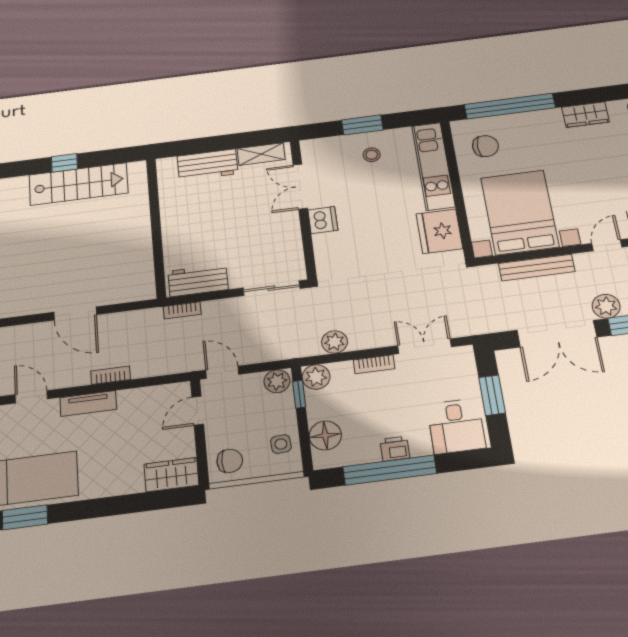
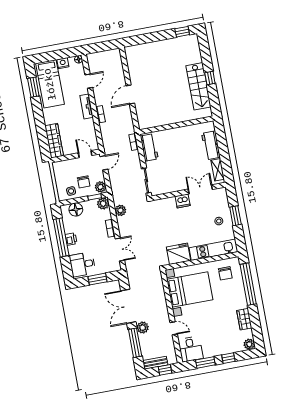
bench: (537, 267) -> (161, 297), removed
chair: (230, 461) -> (84, 182), moved
wardrobe: (171, 475) -> (54, 141), width x1.50

